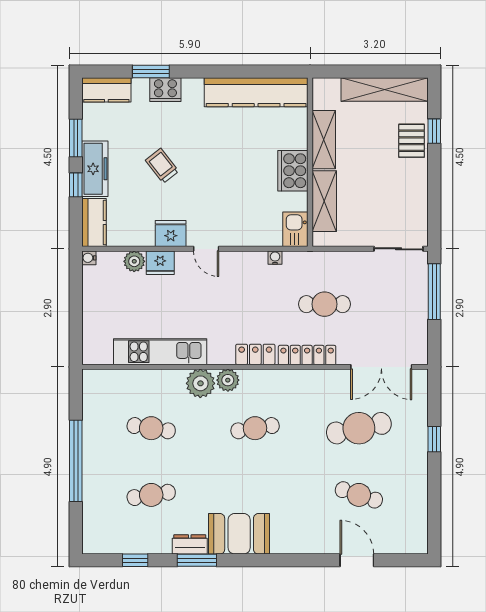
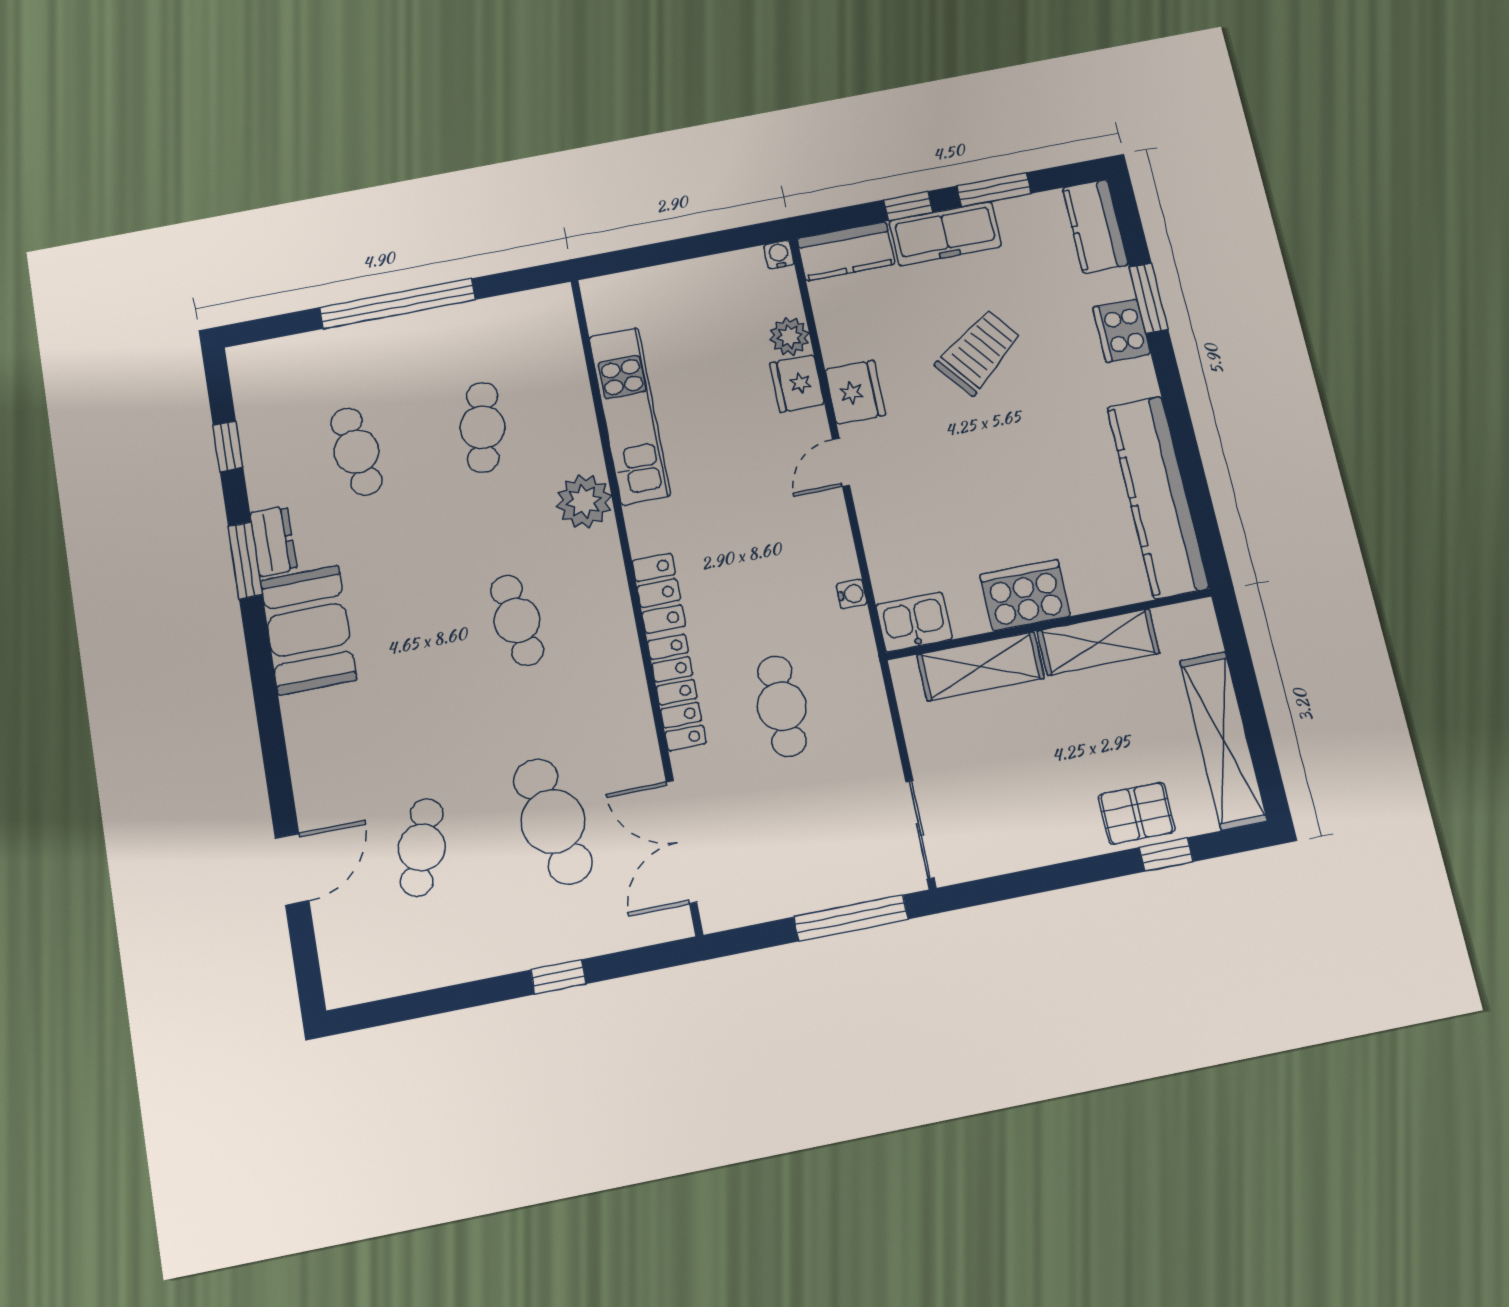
trolley: (162, 166) -> (979, 352), width x1.36, depth x1.39
plant: (228, 380) -> (600, 551), removed

